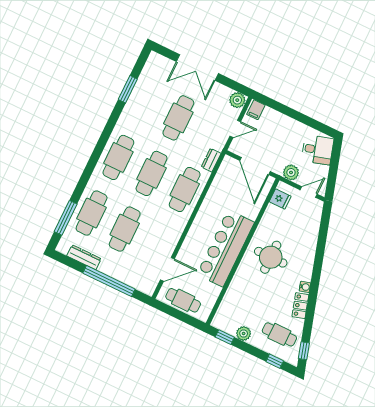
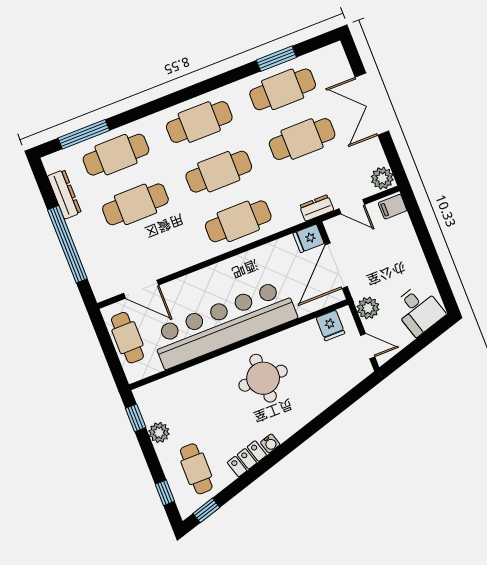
cafe table: (145, 102) -> (283, 89), added
dresser: (211, 160) -> (317, 208), moved
fridge: (228, 165) -> (309, 238), added
bar counter: (226, 248) -> (224, 324), width x1.36

